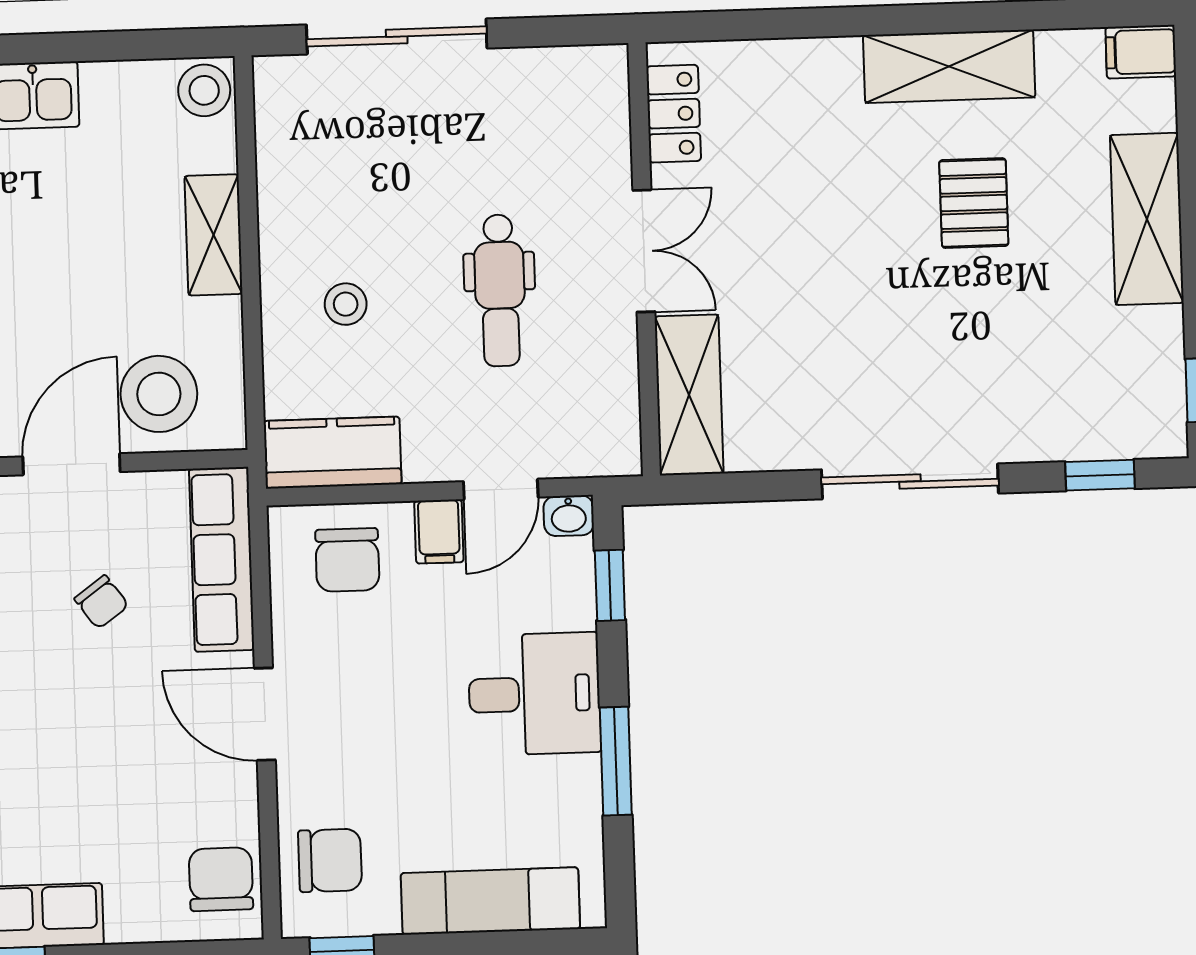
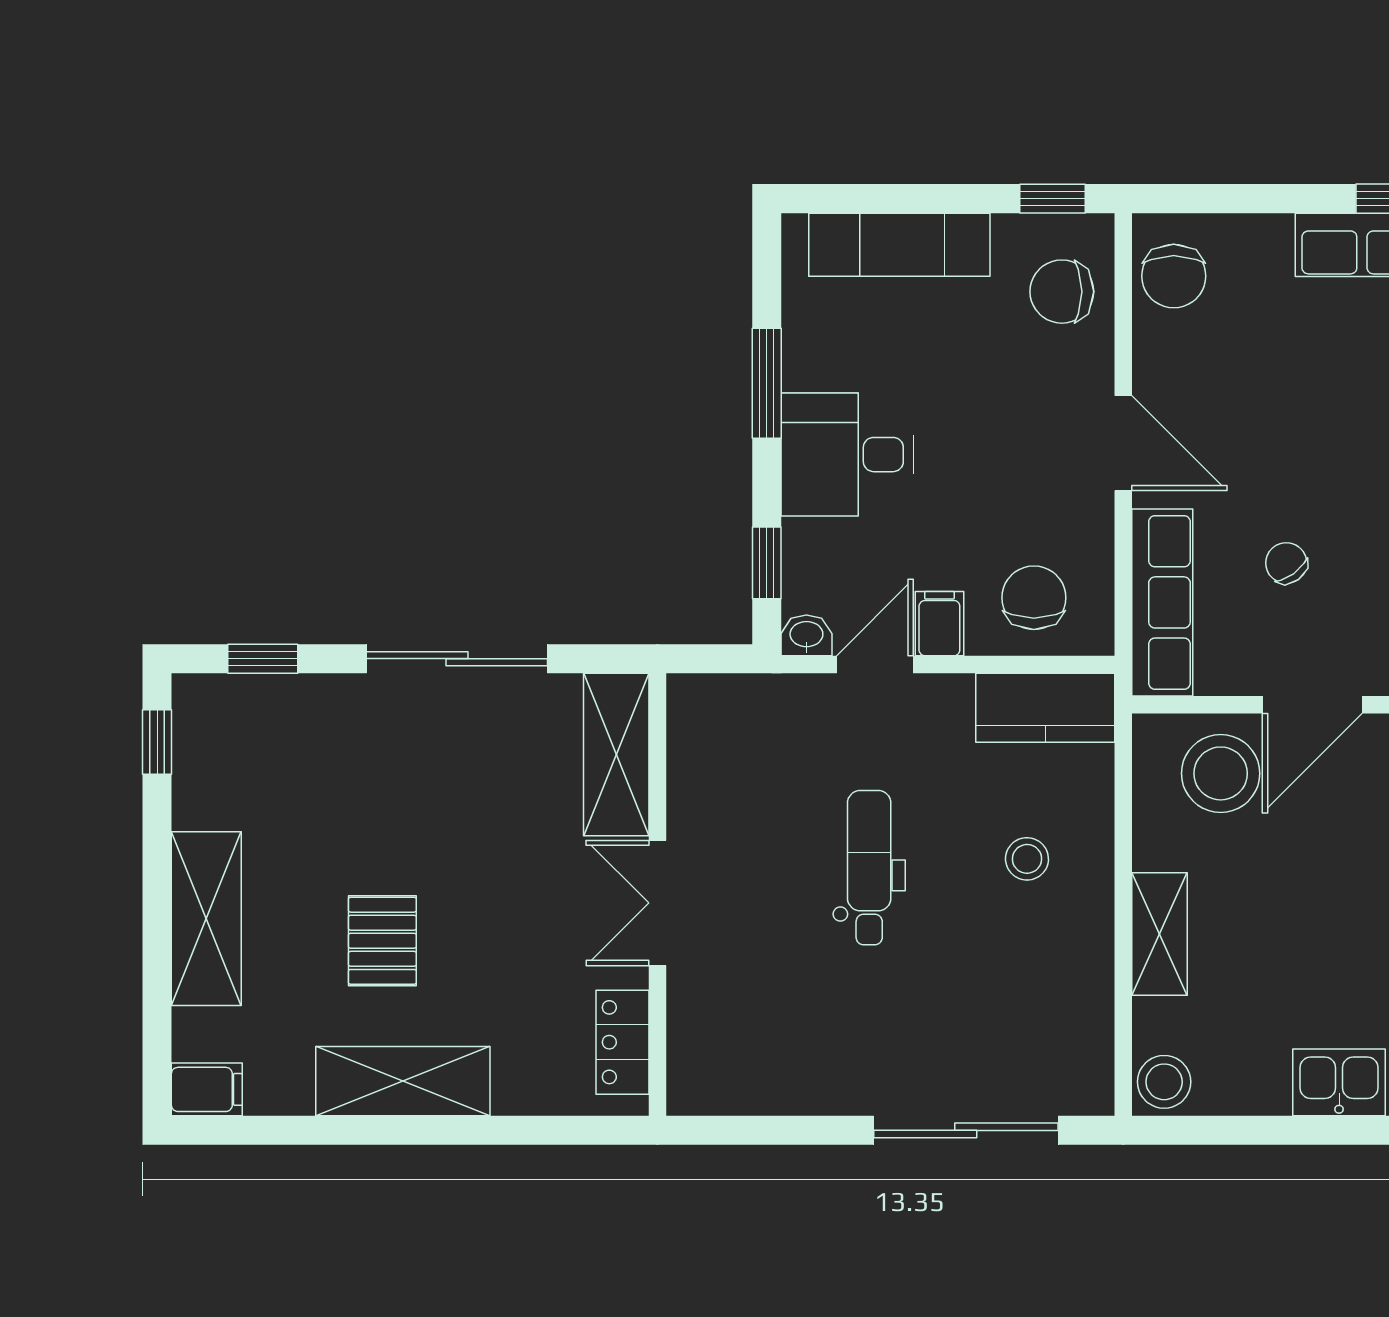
locker: (674, 114) -> (622, 1042), moved
double door: (644, 251) -> (657, 903), moved
wall: (644, 259) -> (657, 895), moved
shelving: (689, 395) -> (616, 755), moved

